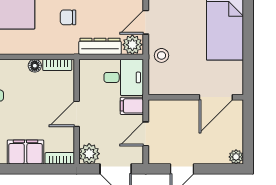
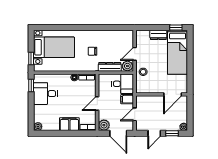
window: (215, 169) -> (172, 133), added

